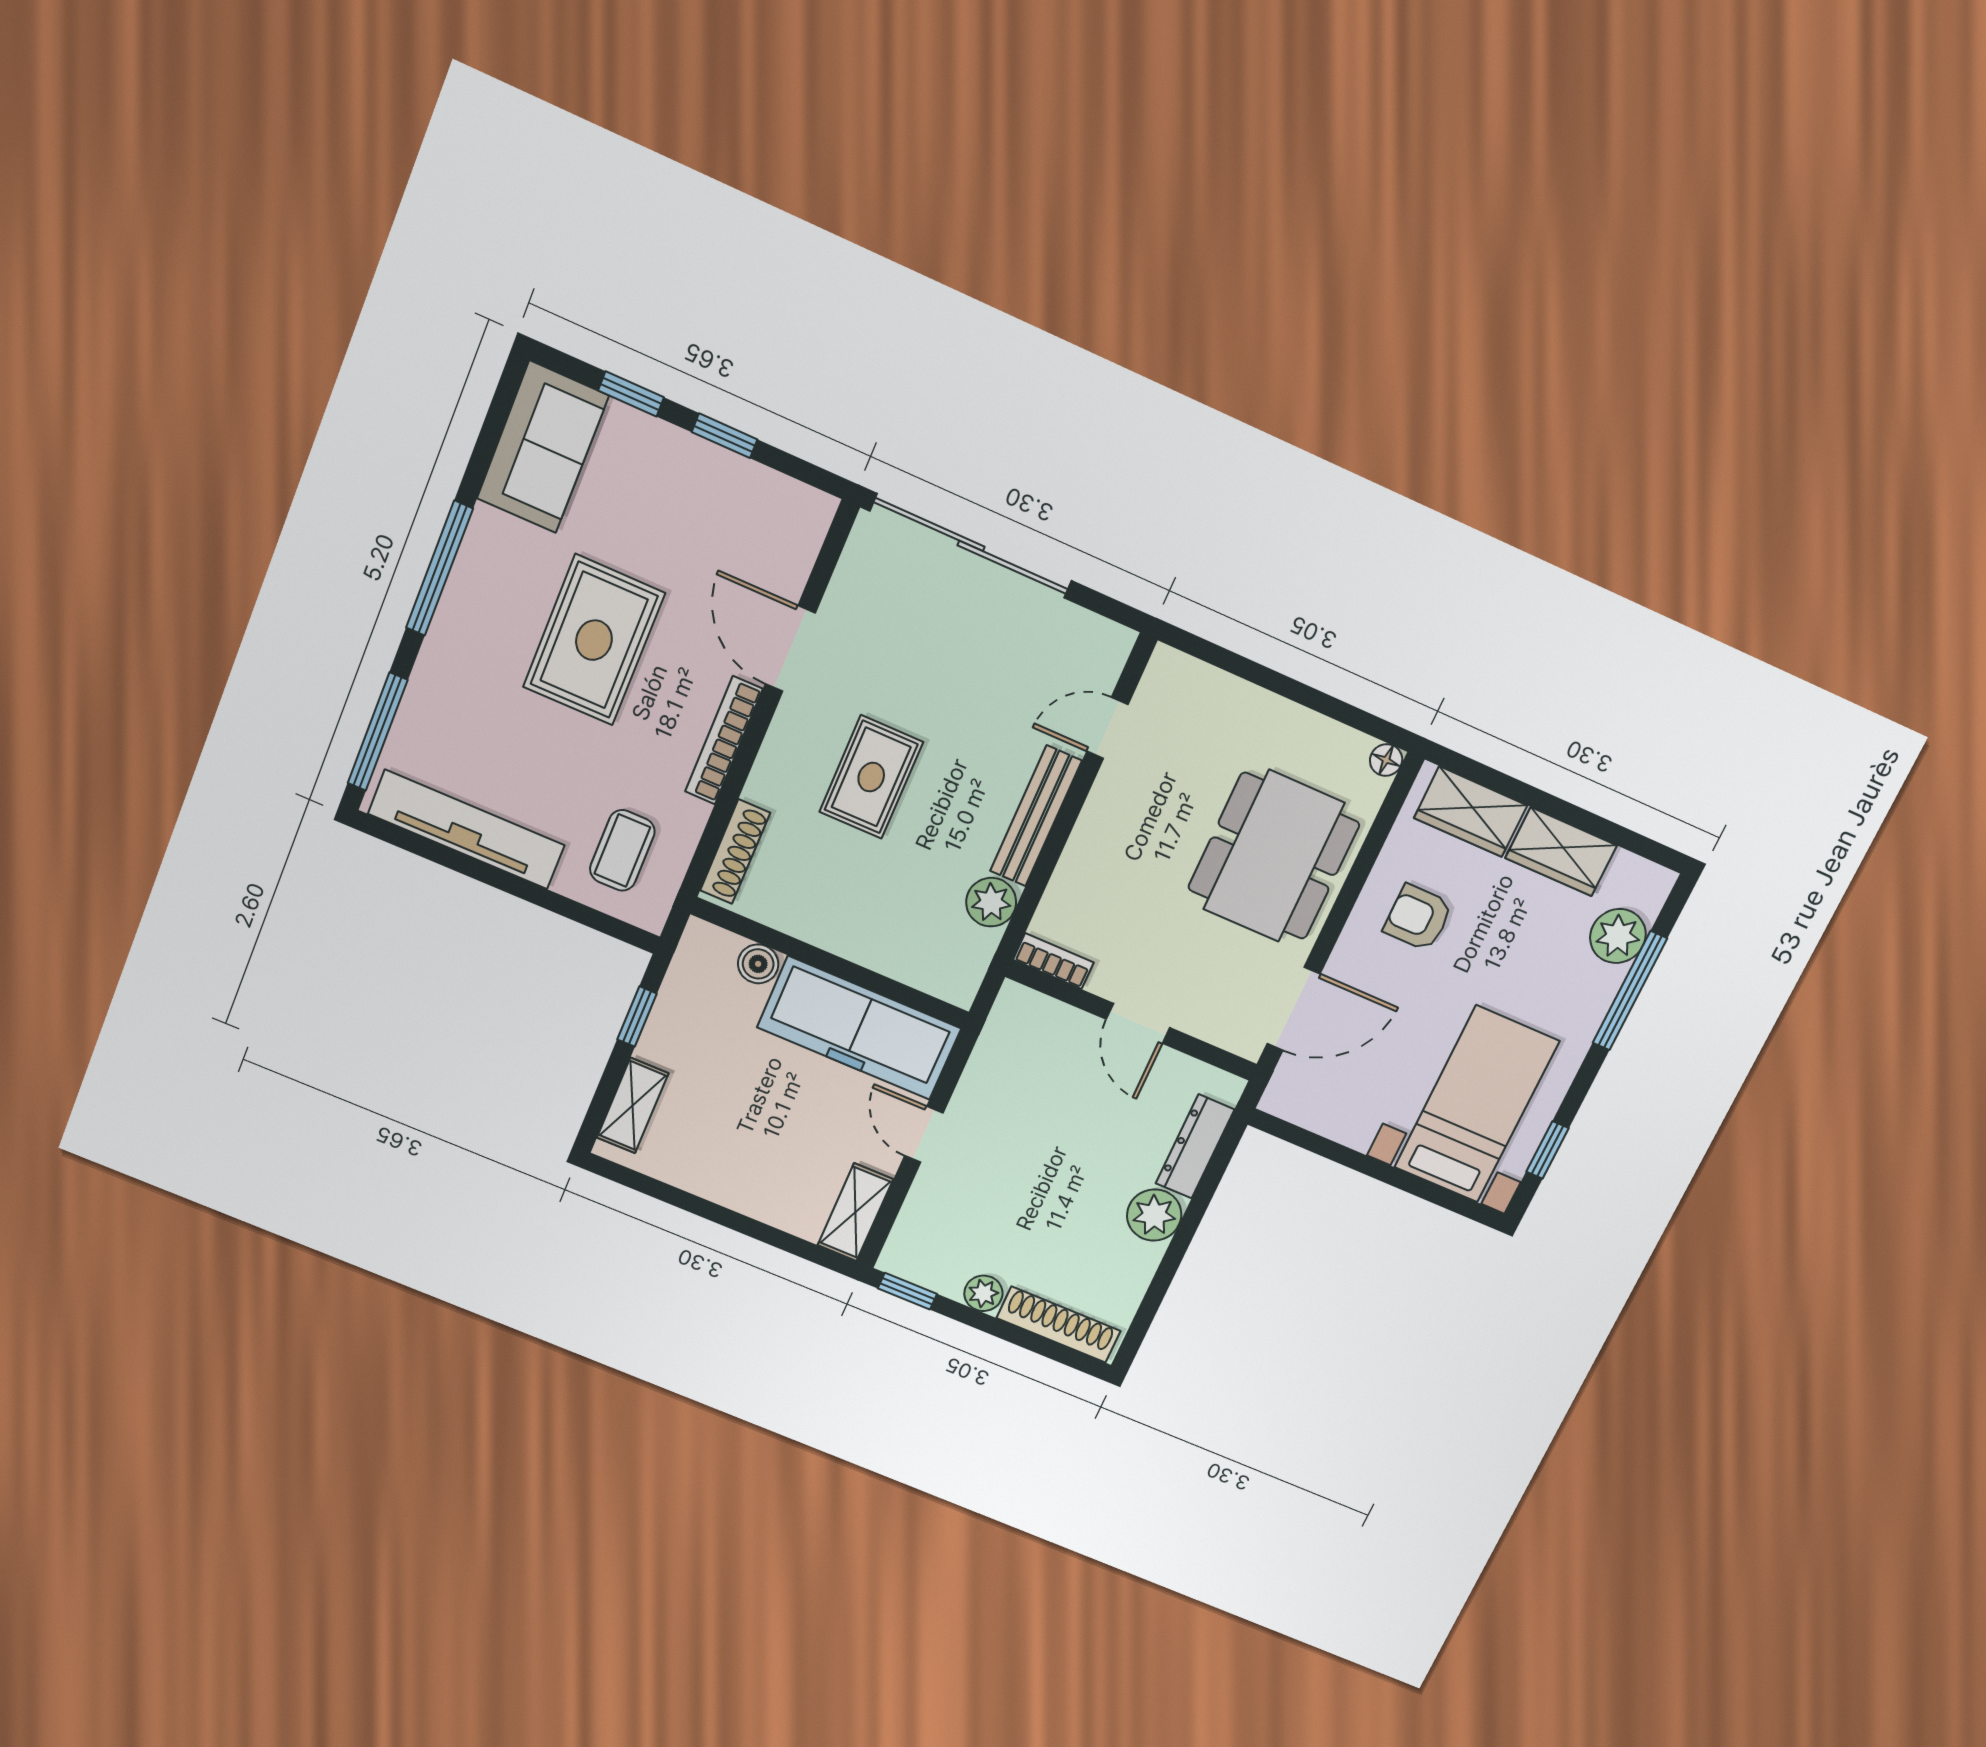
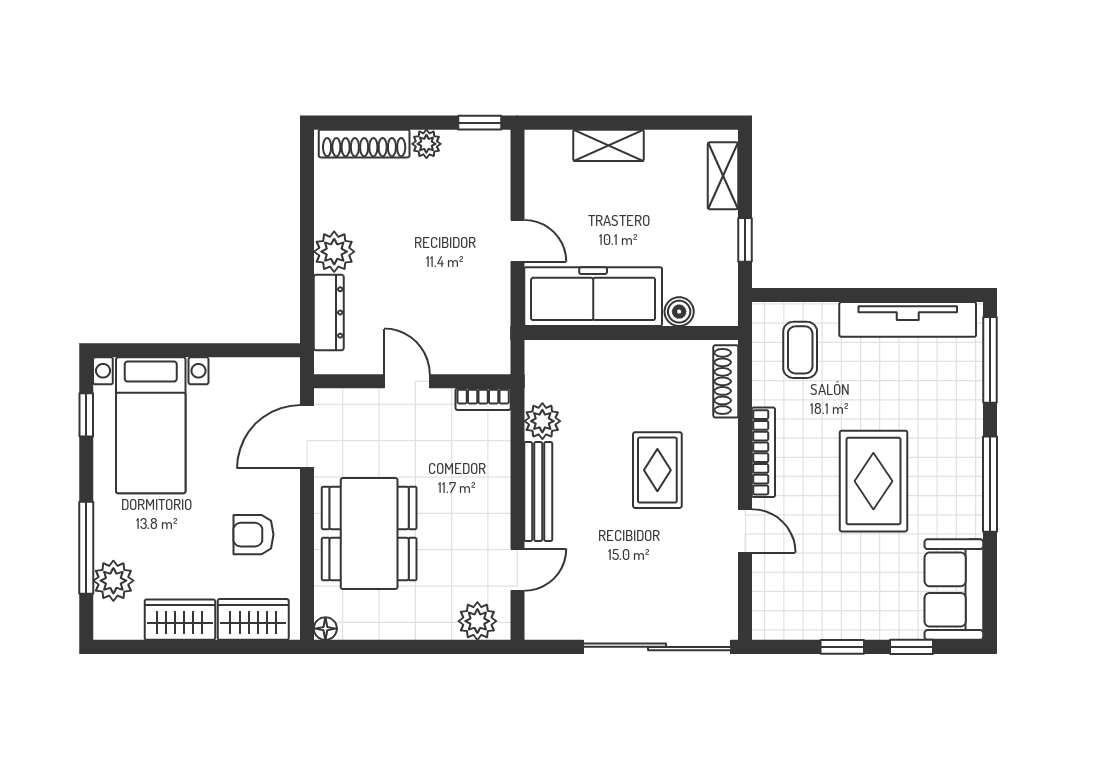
door: (790, 649) -> (745, 531), width x0.73
plant: (1189, 684) -> (477, 621), added
armchair: (1418, 918) -> (253, 535), turned 180
shelving: (855, 1212) -> (609, 145), moved, turned 90

